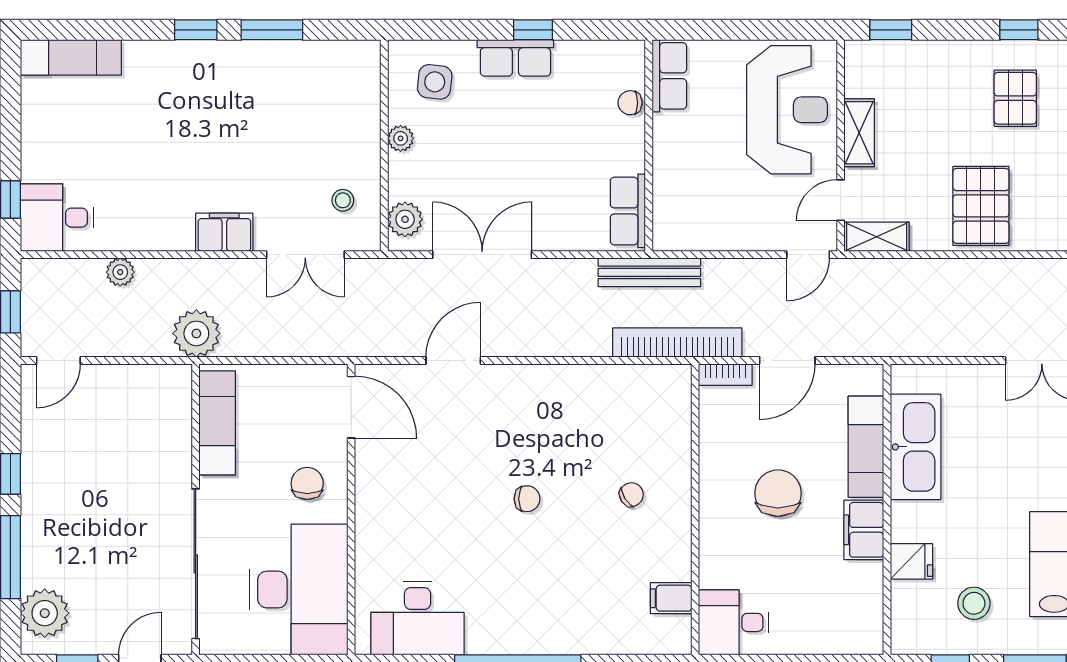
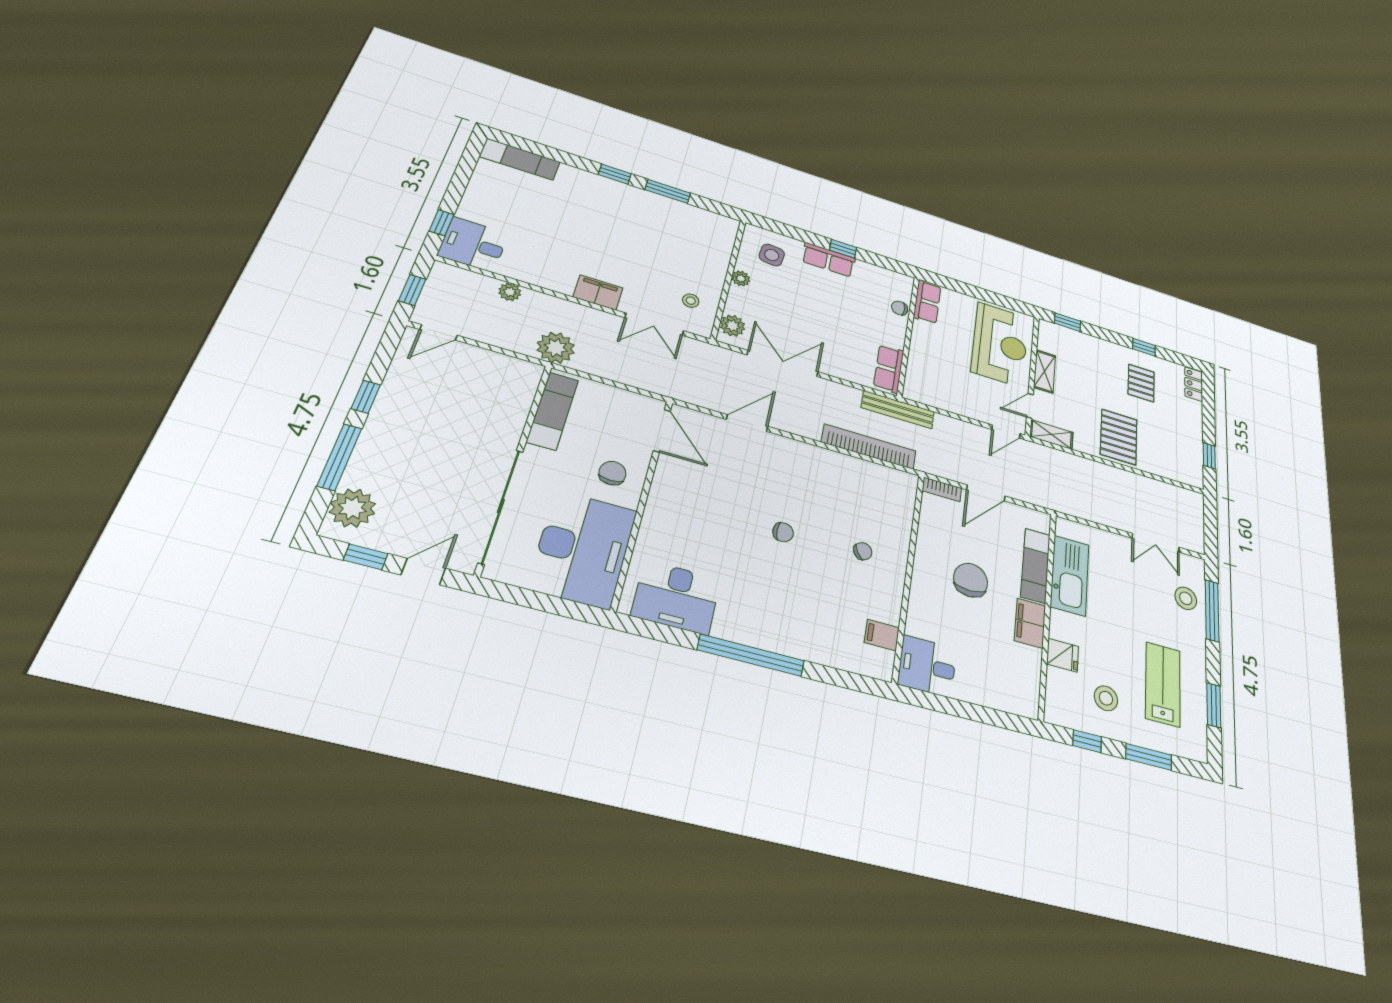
bookcase: (677, 343) -> (869, 447), moved

